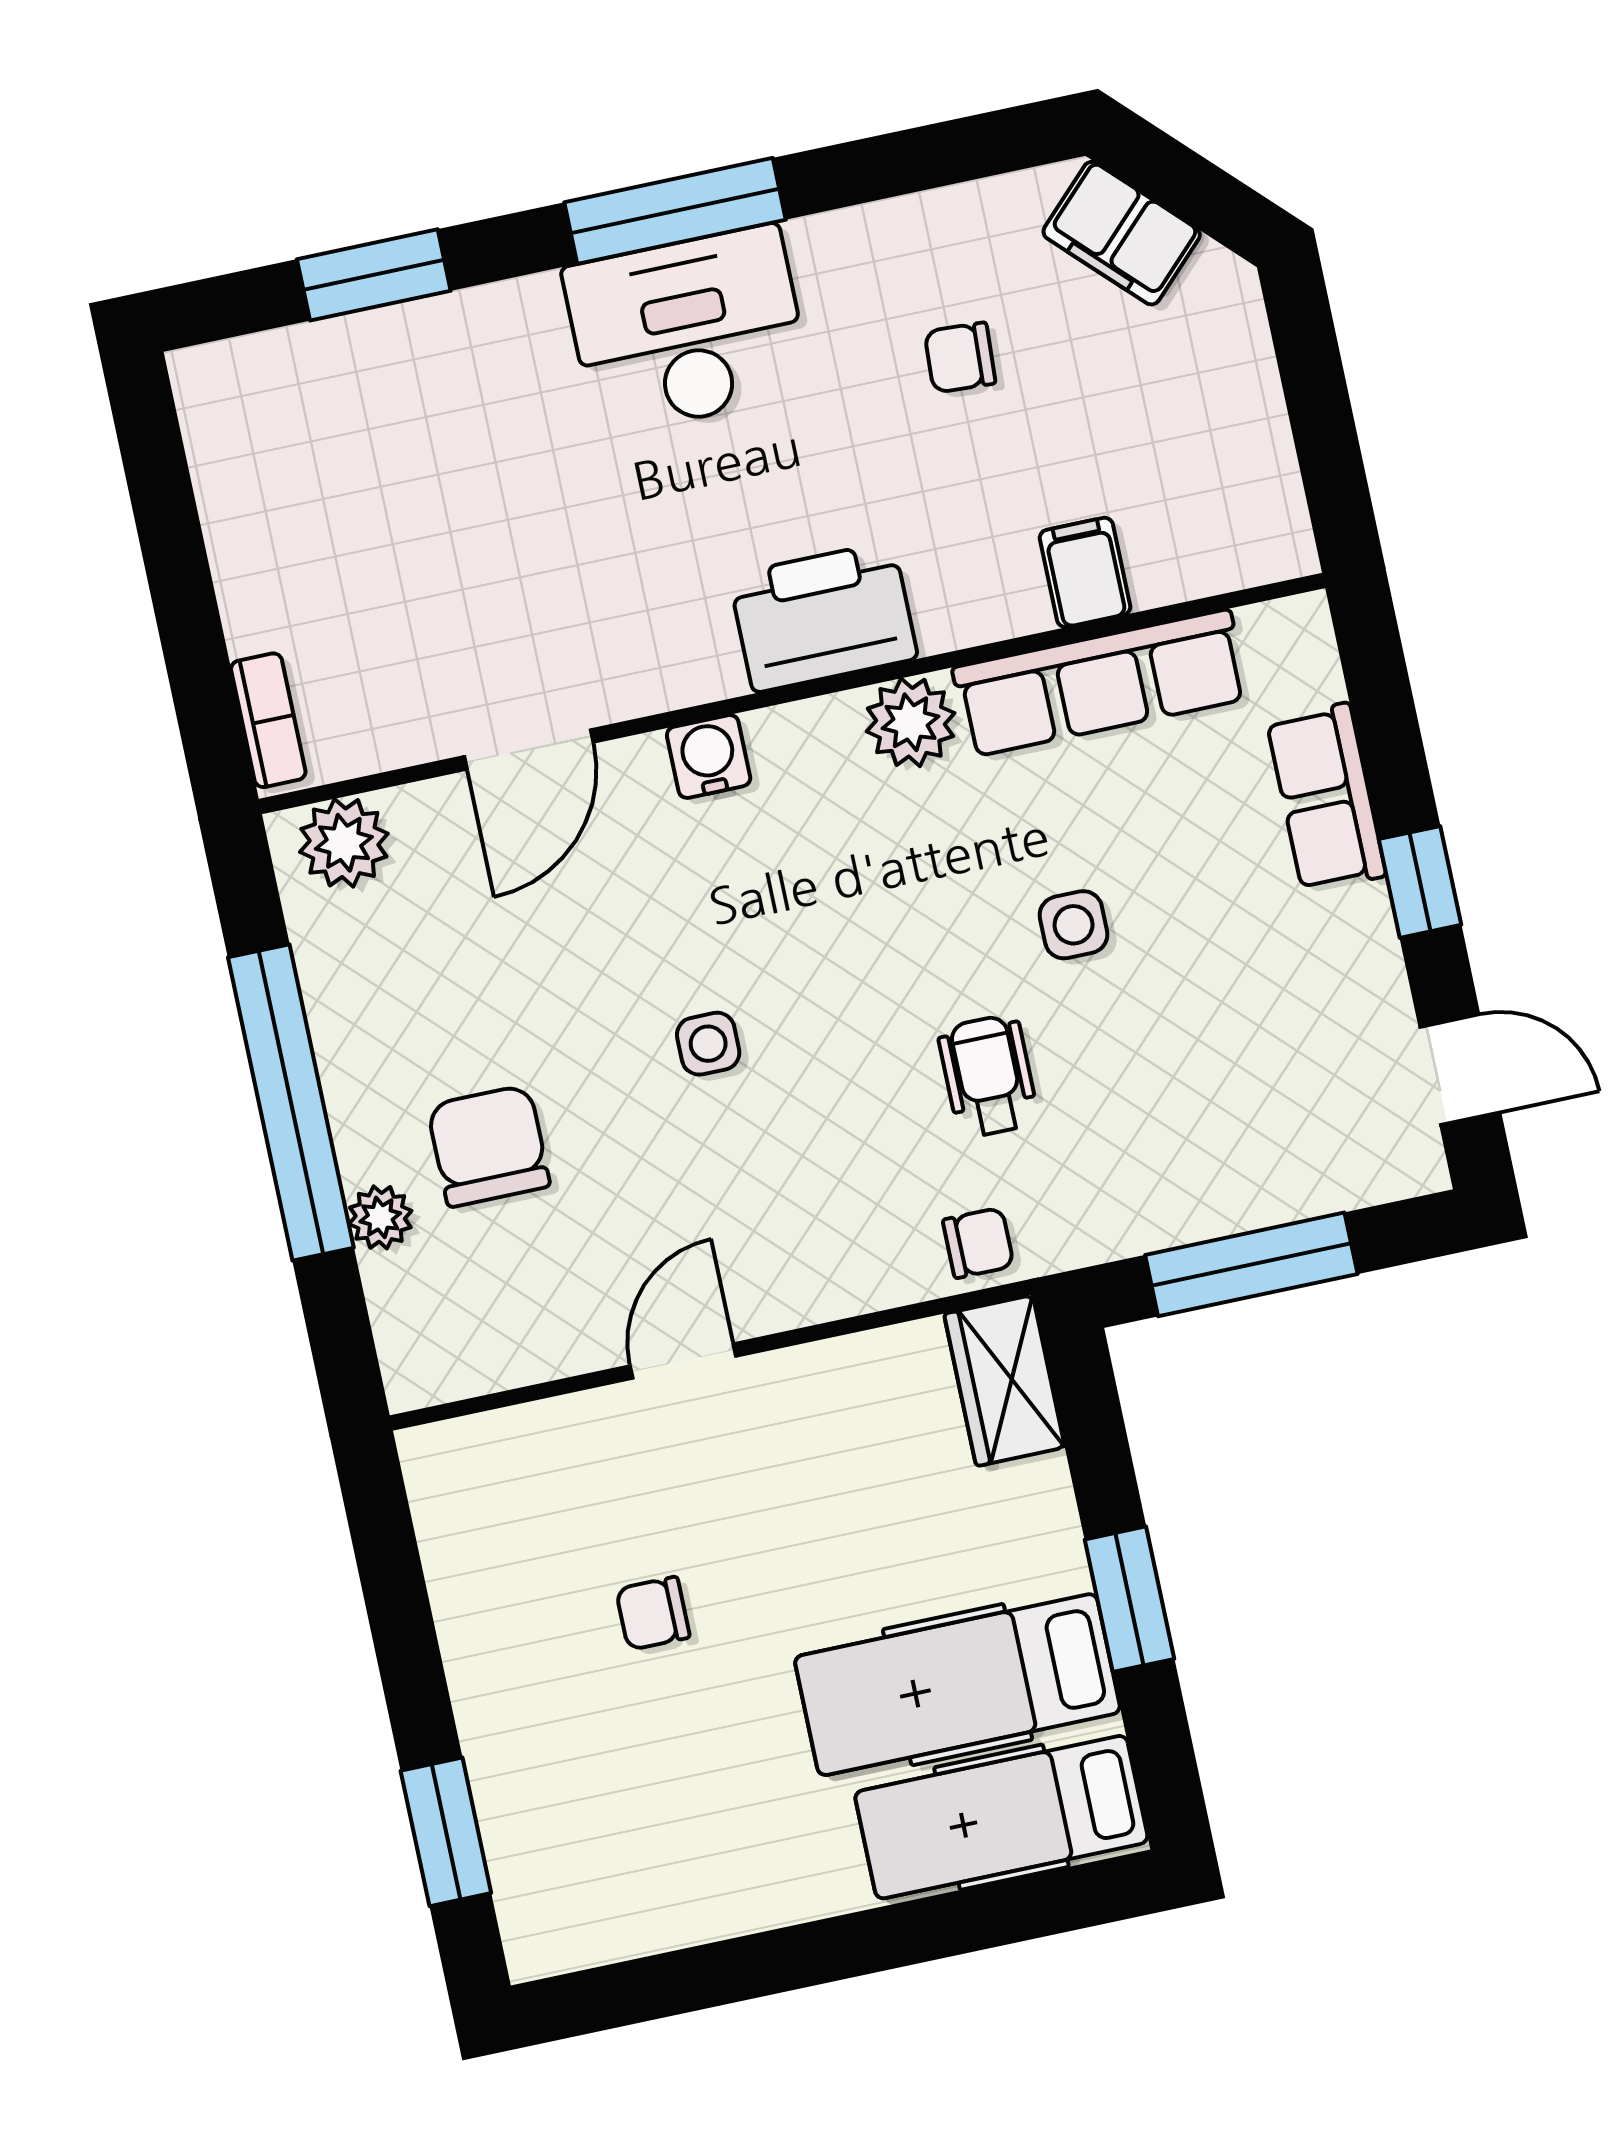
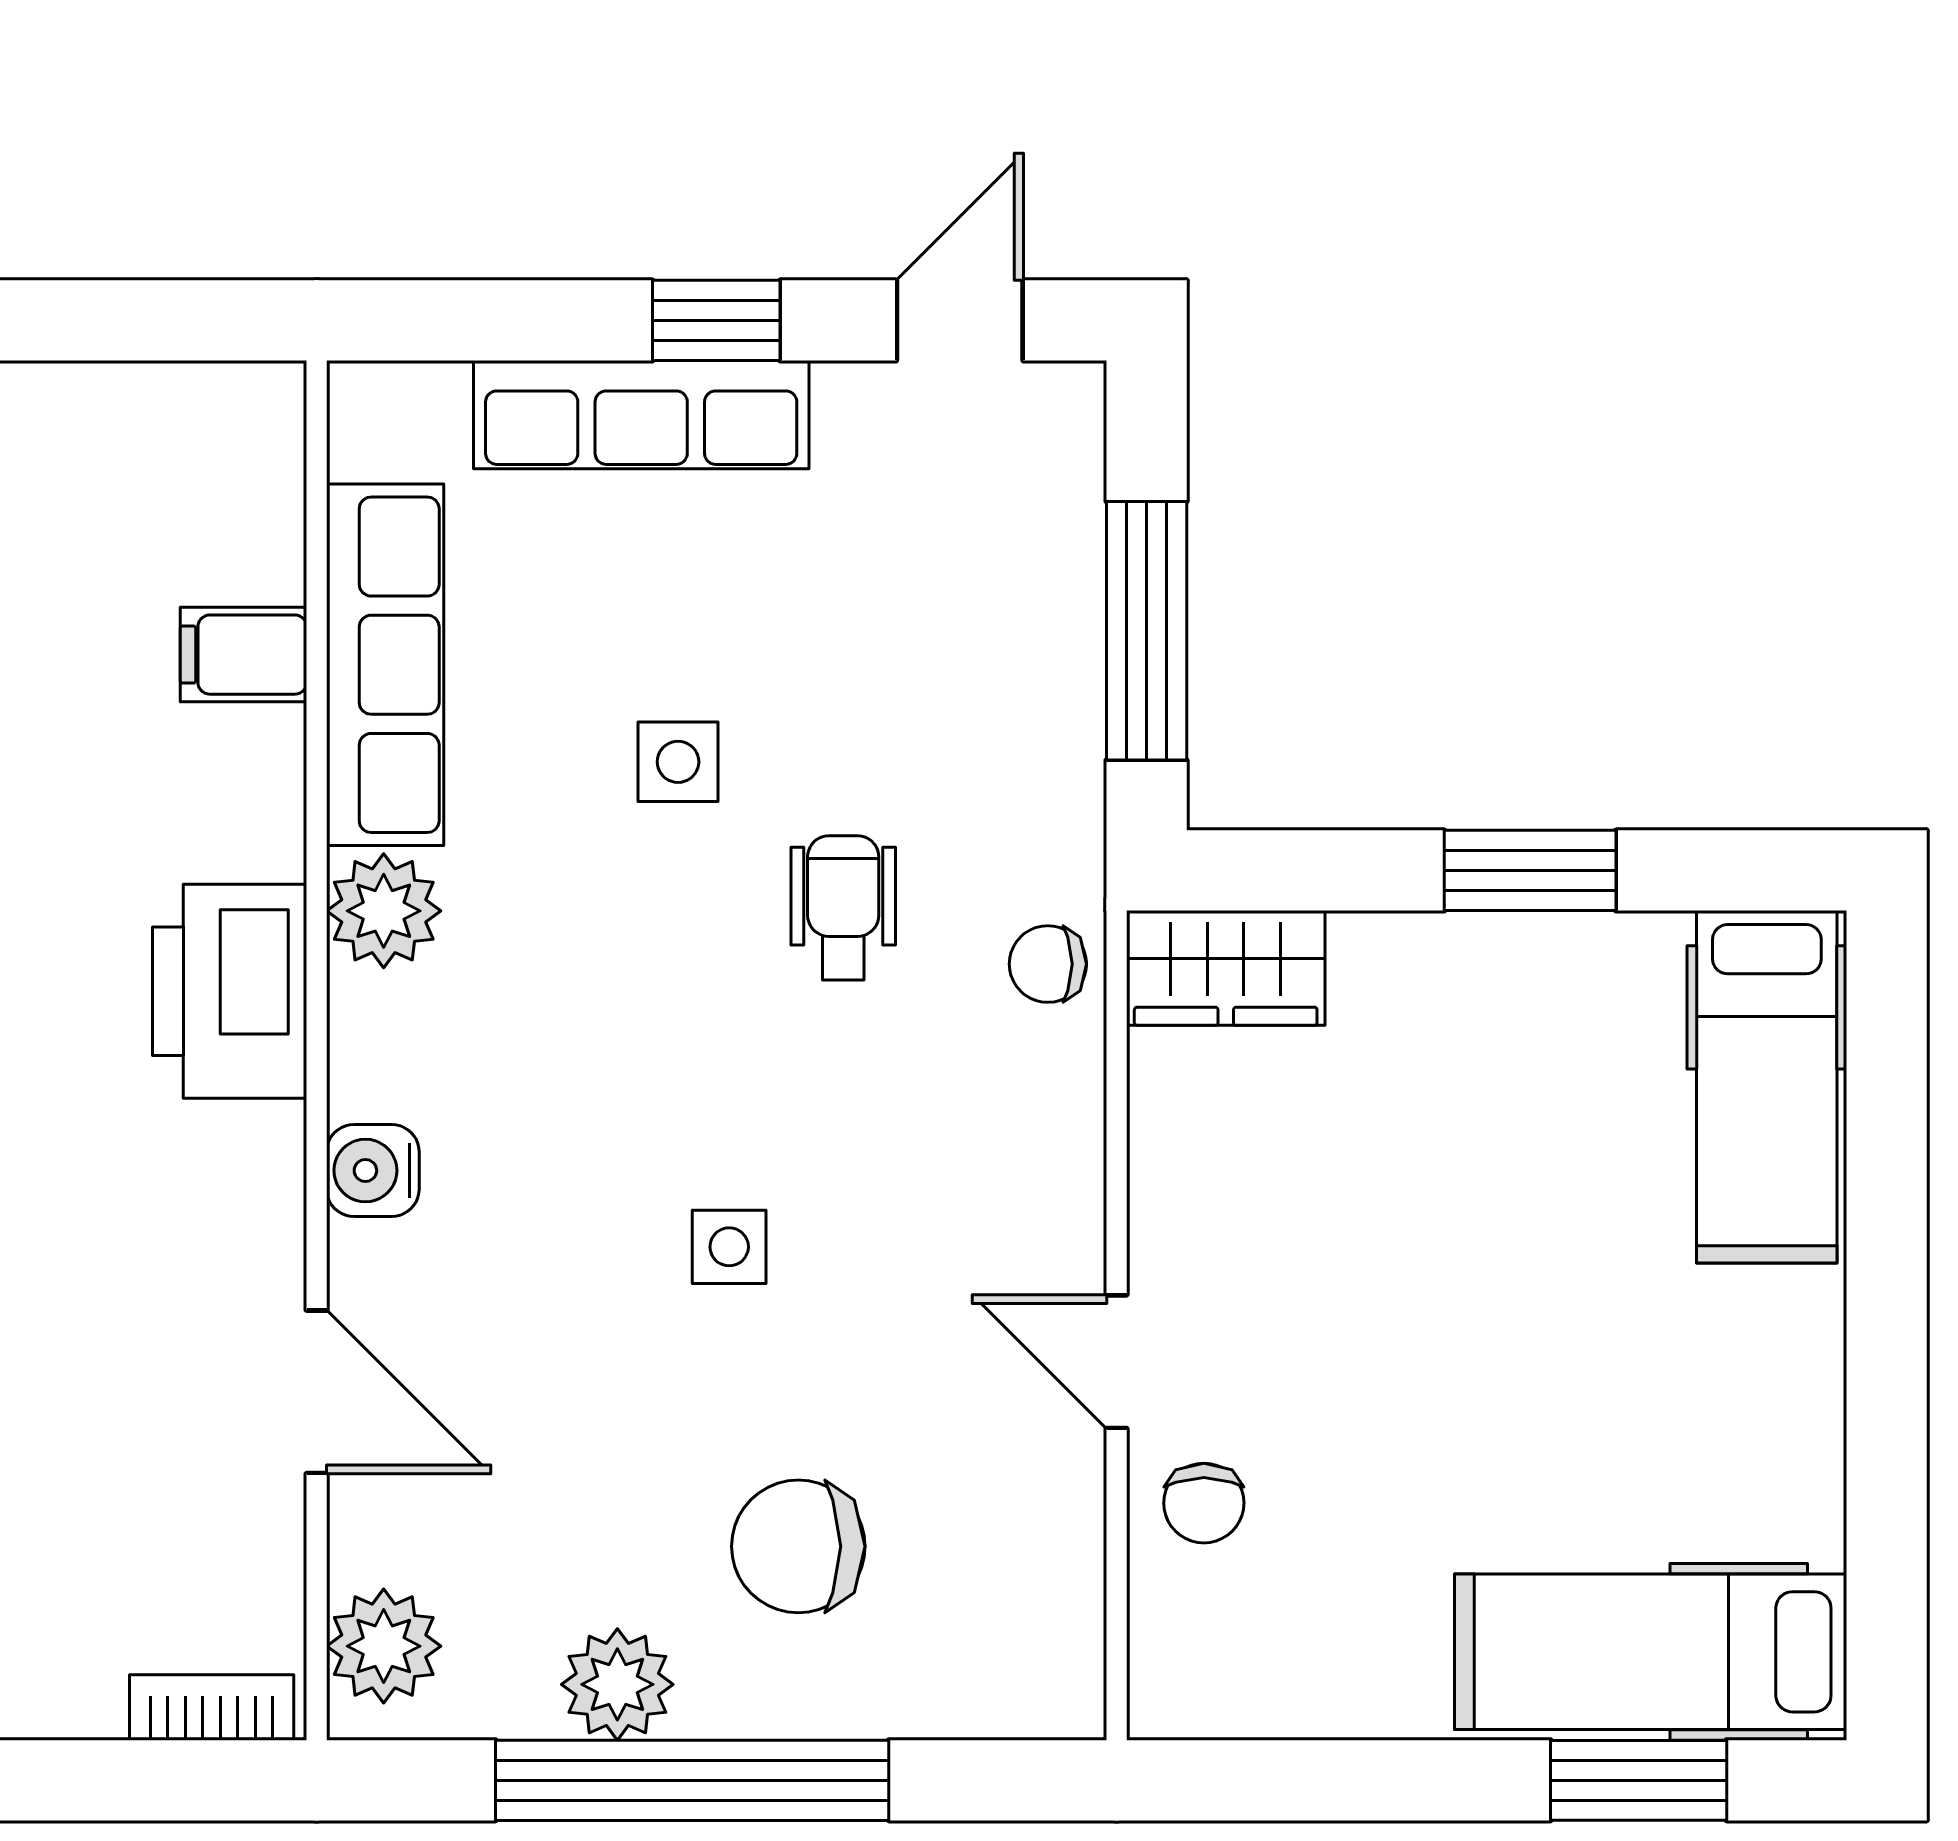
row of seats: (1326, 798) -> (641, 415), width x1.48
wheelchair: (988, 1076) -> (843, 908), turned 90
plant: (380, 1217) -> (617, 1684), moved, width x1.38, depth x1.38
chair: (978, 1243) -> (1048, 964), turned -90
chair: (653, 1613) -> (1204, 1503), moved
hospital bed: (958, 1685) -> (1651, 1652), moved, turned 90

